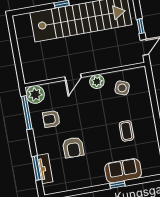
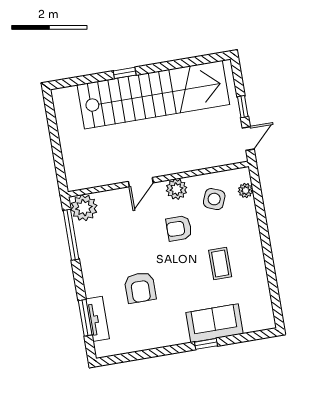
plant: (143, 82) -> (246, 190), added
armchair: (51, 119) -> (179, 228), moved

